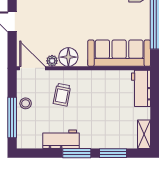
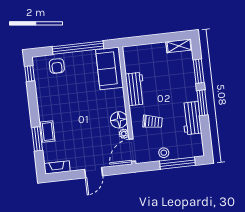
sofa: (119, 53) -> (110, 68), width x0.73
workbench: (141, 88) -> (135, 89), moved, turned -90

